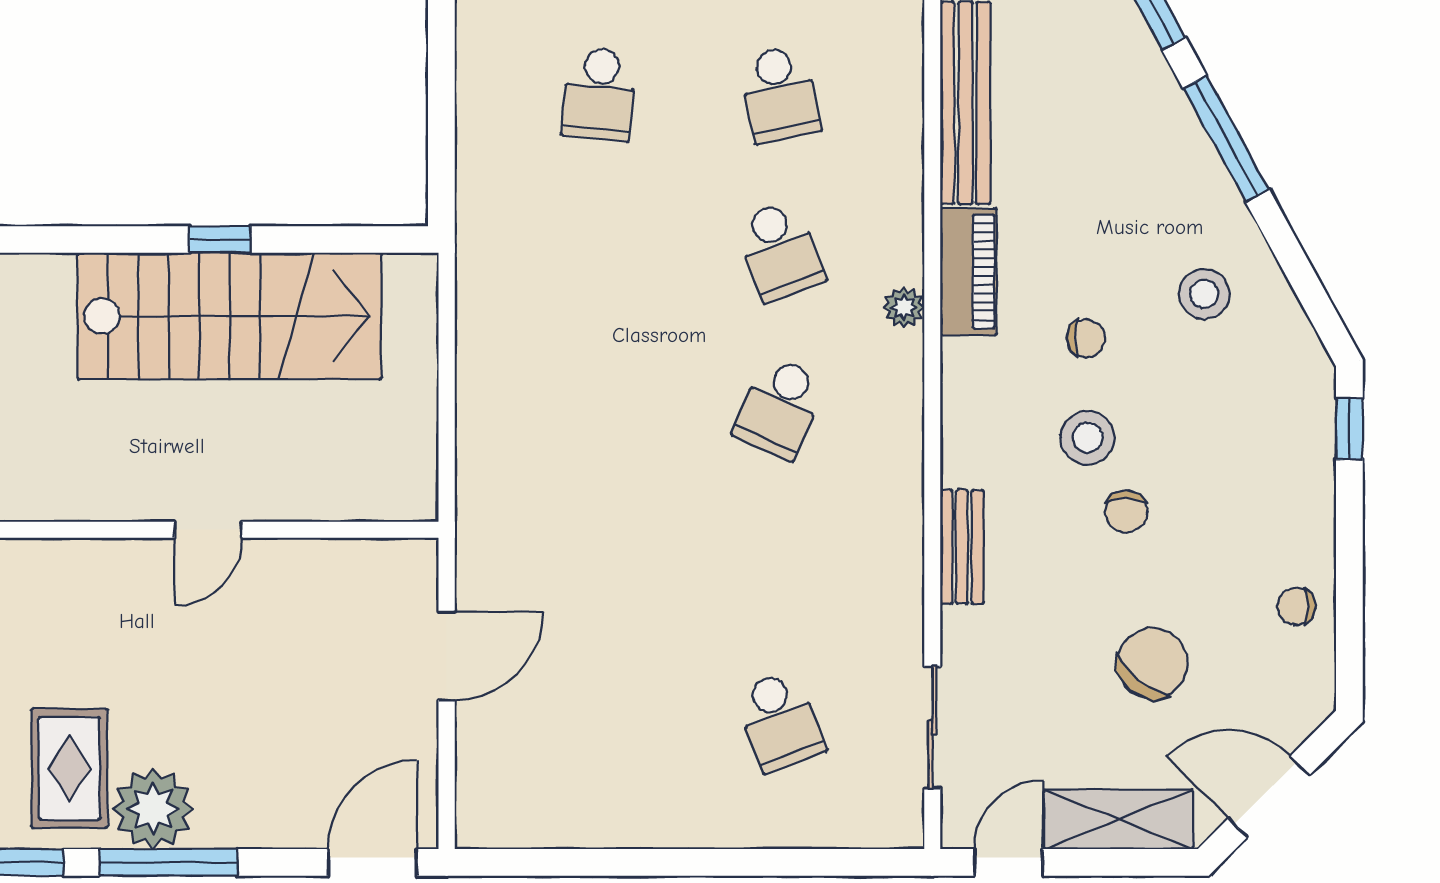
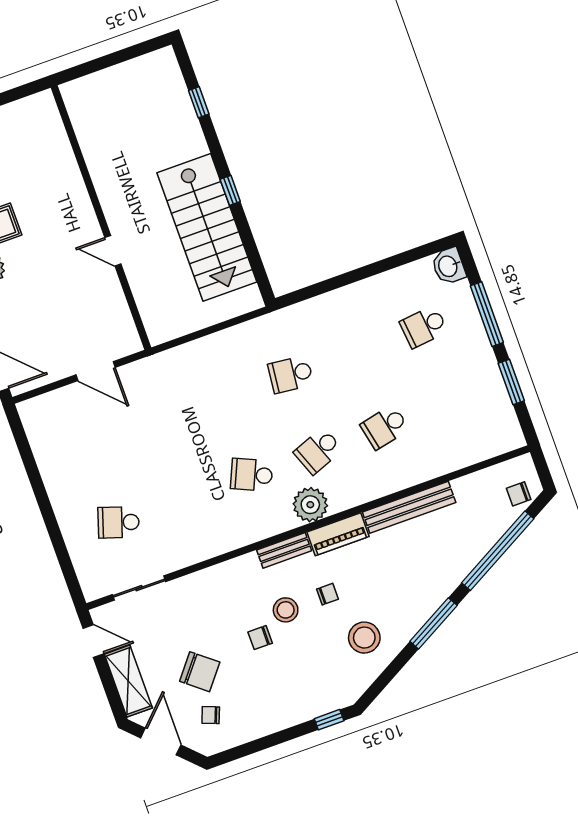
school desk: (599, 94) -> (291, 374), moved
window: (220, 239) -> (230, 190), moved
stool: (1204, 294) -> (364, 638), width x1.38, depth x1.38
plant: (904, 307) -> (310, 505), width x1.88, depth x1.88
chair: (1086, 338) -> (328, 594), turned -90
bench: (962, 547) -> (284, 550), moved
chair: (1297, 606) -> (211, 715), moved, turned -69
school desk: (780, 721) -> (119, 522), turned 39

